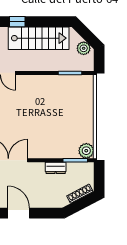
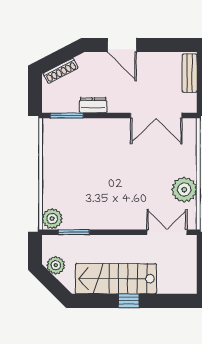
window: (17, 22) -> (129, 301), moved
plant: (86, 151) -> (52, 219), moved
door: (19, 213) -> (122, 45), moved

